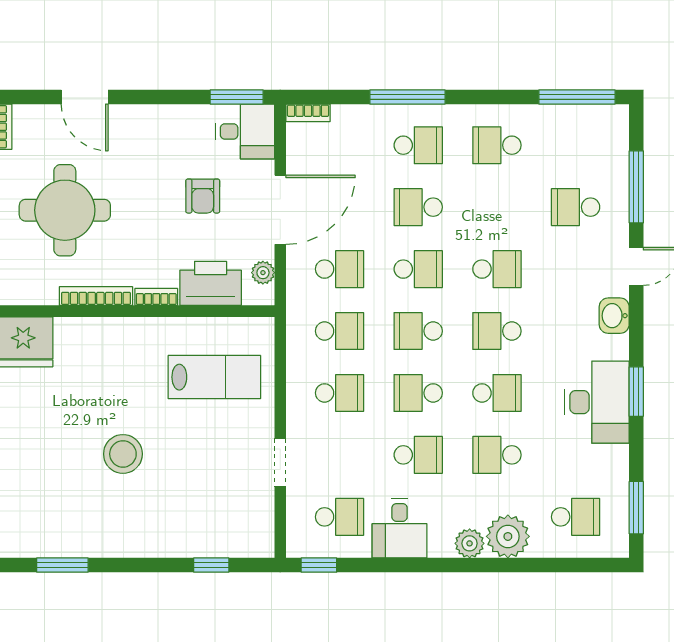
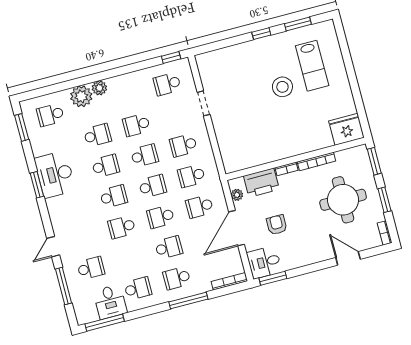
bookcase: (308, 113) -> (229, 281), width x1.56
washbasin: (614, 316) -> (58, 219), removed
lab bench: (214, 377) -> (312, 66), moved, turned -90
school desk: (497, 393) -> (106, 166), turned 180
desk: (400, 528) -> (110, 302), moved, turned 180
window: (211, 565) -> (261, 34), moved

